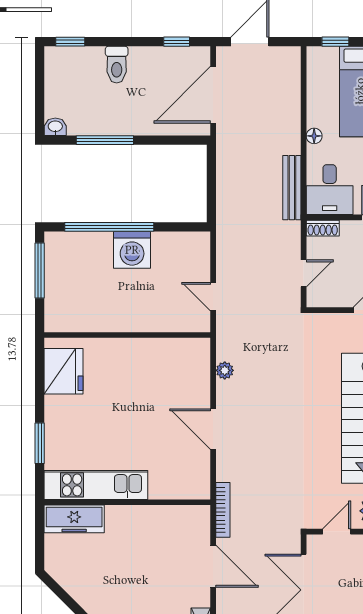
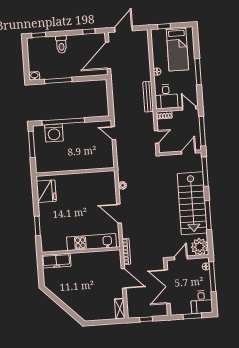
washing machine: (132, 250) -> (54, 133), moved
door: (213, 297) -> (113, 133), moved
kitchen unit: (96, 485) -> (92, 242), moved

